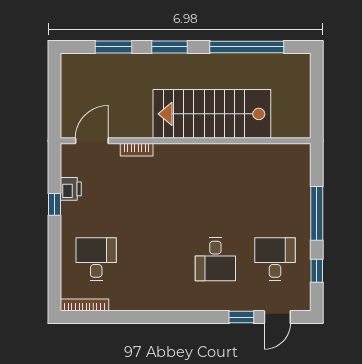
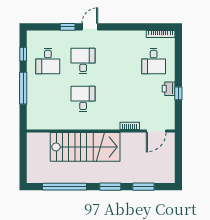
printer: (71, 189) -> (169, 89), moved
desk: (215, 195) -> (83, 99), added
door: (277, 317) -> (90, 27), moved

